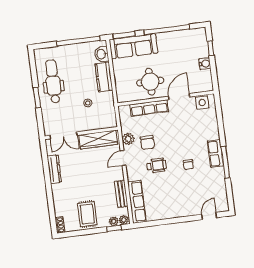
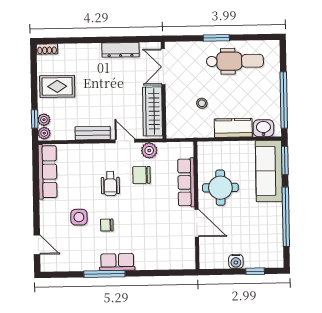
side table: (202, 103) -> (79, 217), moved
bench: (121, 194) -> (93, 133), moved
row of seats: (137, 202) -> (48, 172), moved, turned -90

